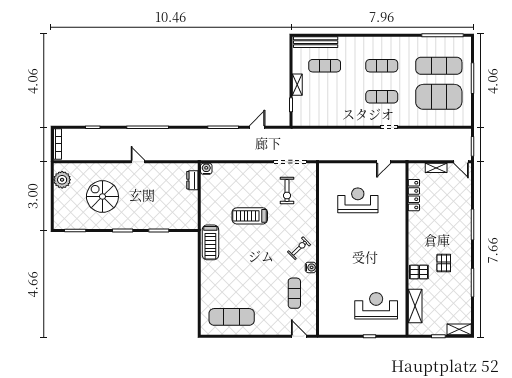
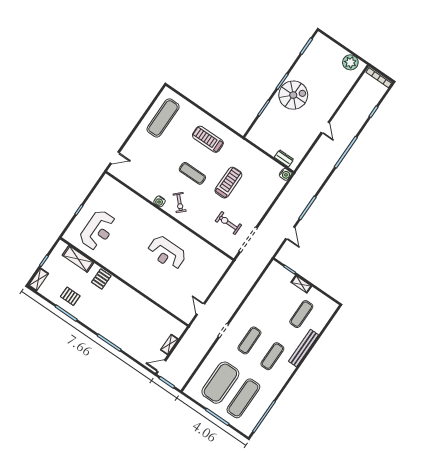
bench: (316, 42) -> (304, 348), moved
door: (138, 162) -> (325, 128), hinge flipped
locker: (414, 195) -> (161, 314), removed
spiral stairs: (102, 196) -> (293, 95), moved
reception desk: (358, 200) -> (167, 253), moved, turned 90
treadmill: (210, 242) -> (208, 139), moved
pallet: (444, 263) -> (70, 296), moved
exercise mat: (294, 293) -> (192, 173), moved

